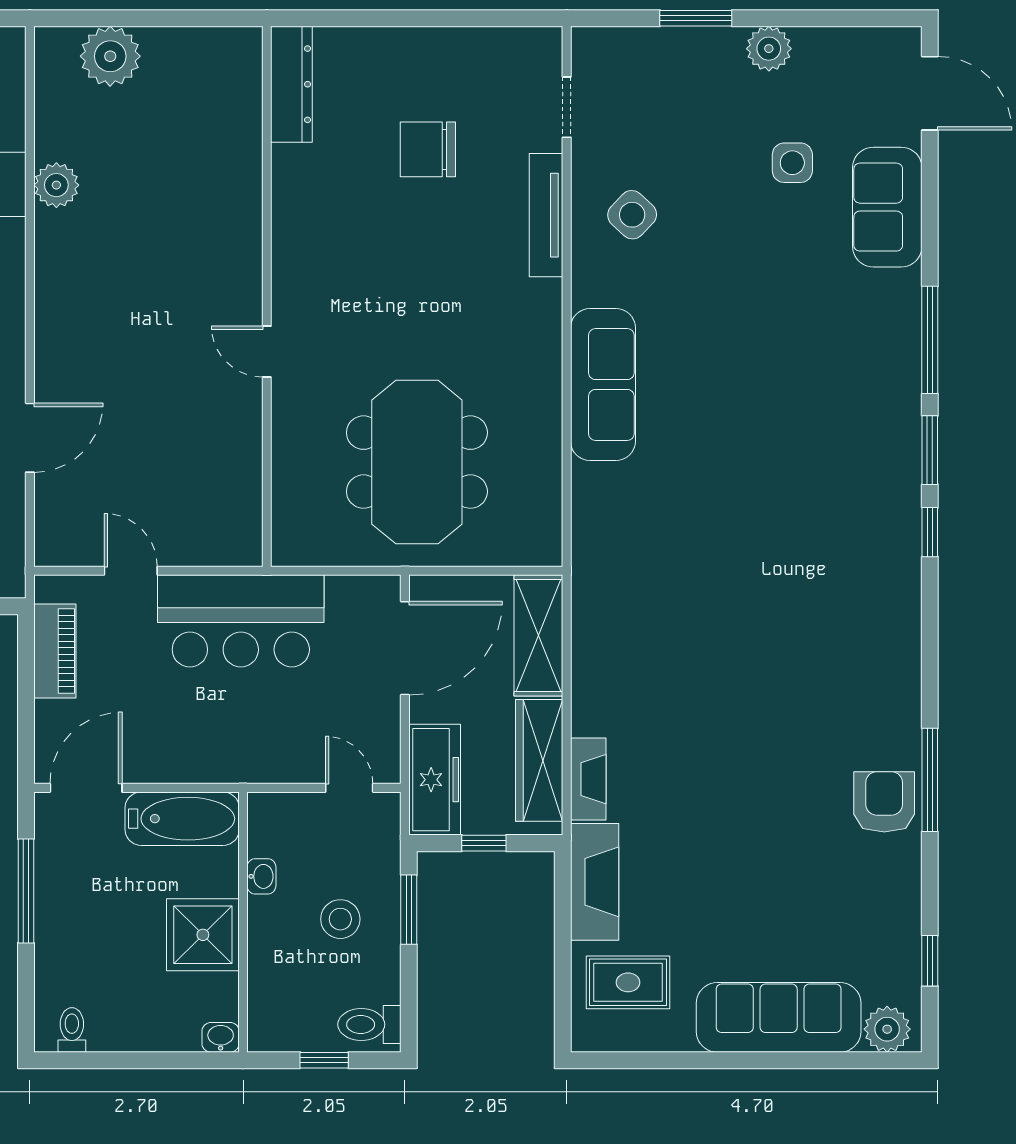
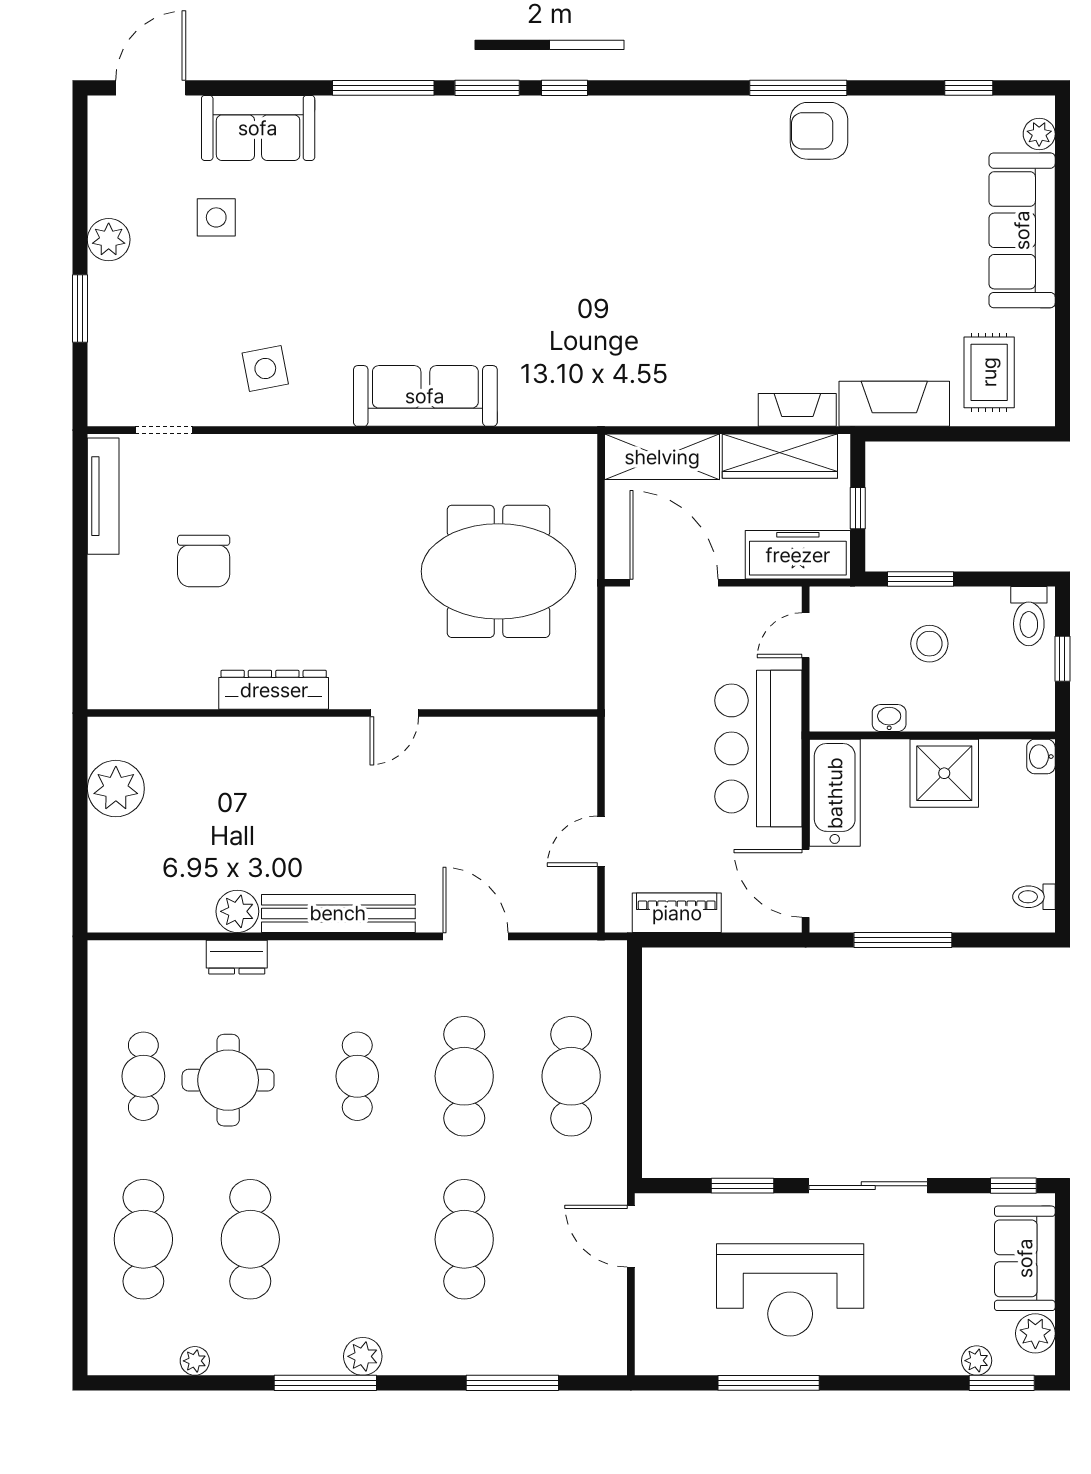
plant: (110, 56) -> (116, 789), moved
dresser: (291, 84) -> (274, 690), moved
tv unit: (546, 215) -> (103, 496), moved, turned -90
side table: (632, 215) -> (265, 368), turned 36
bench: (54, 292) -> (338, 913), added
bar counter: (241, 621) -> (758, 748), moved, turned 180
plant: (887, 1029) -> (1039, 134), width x0.73, depth x0.73

